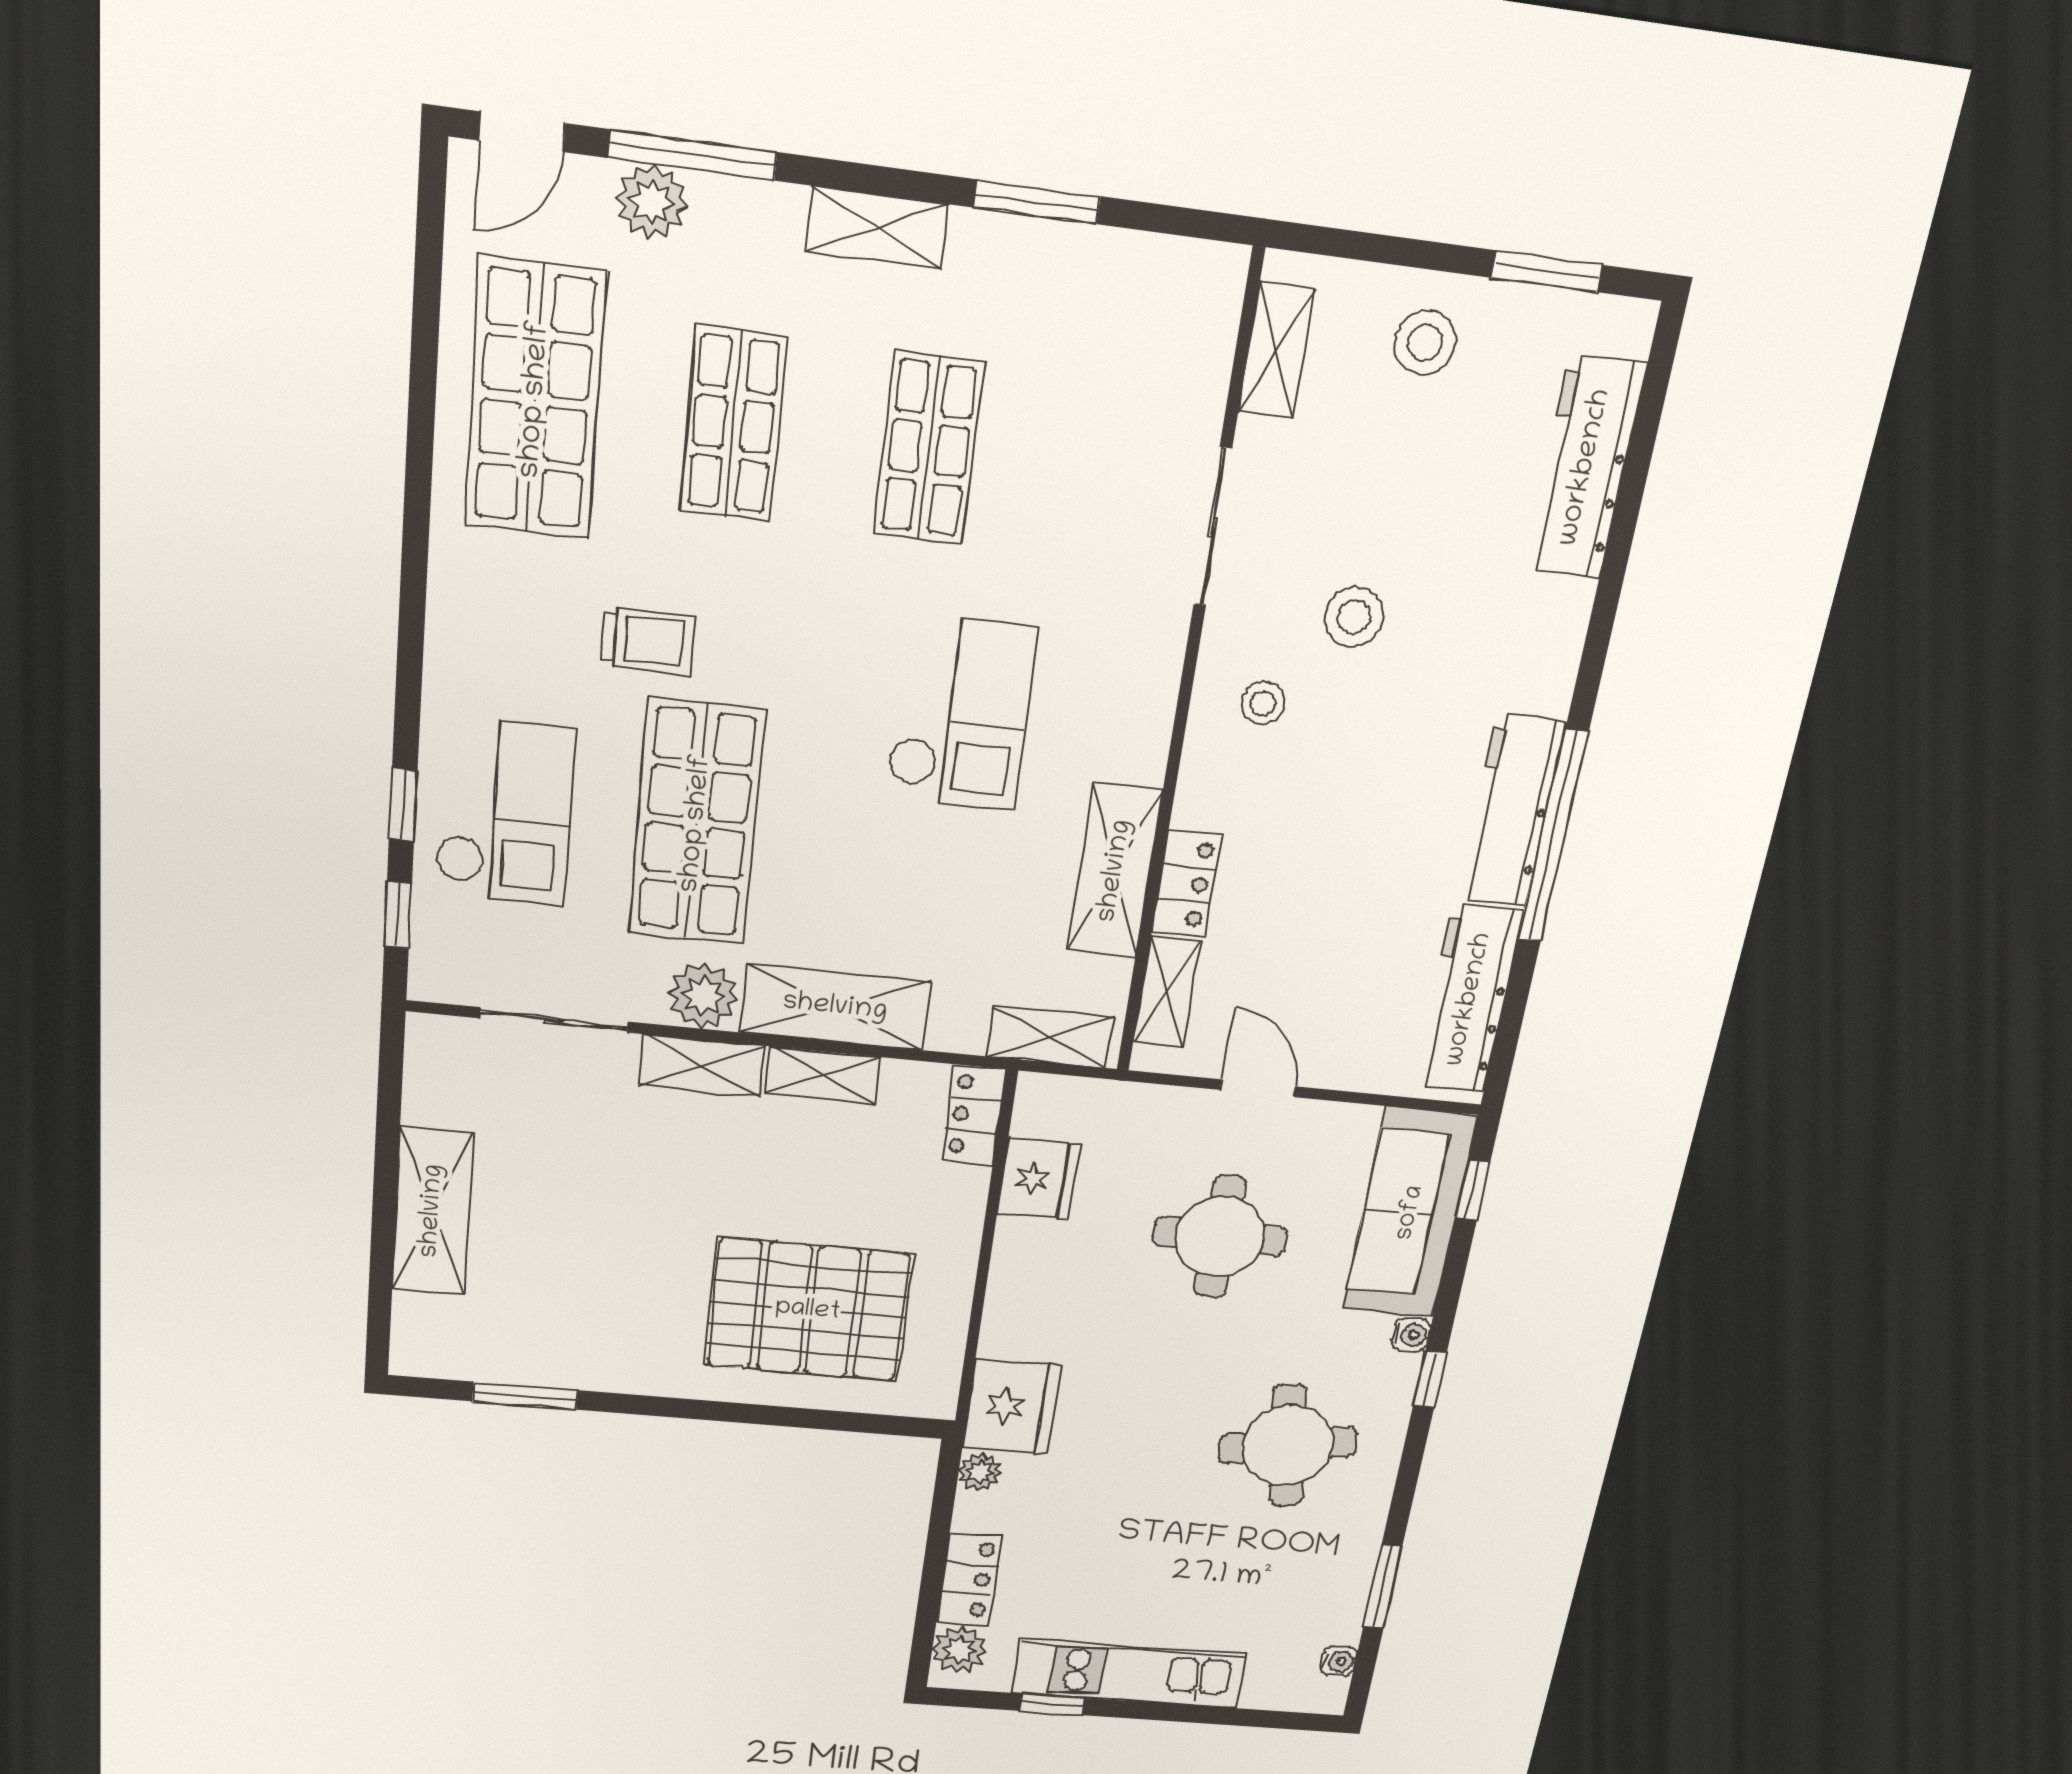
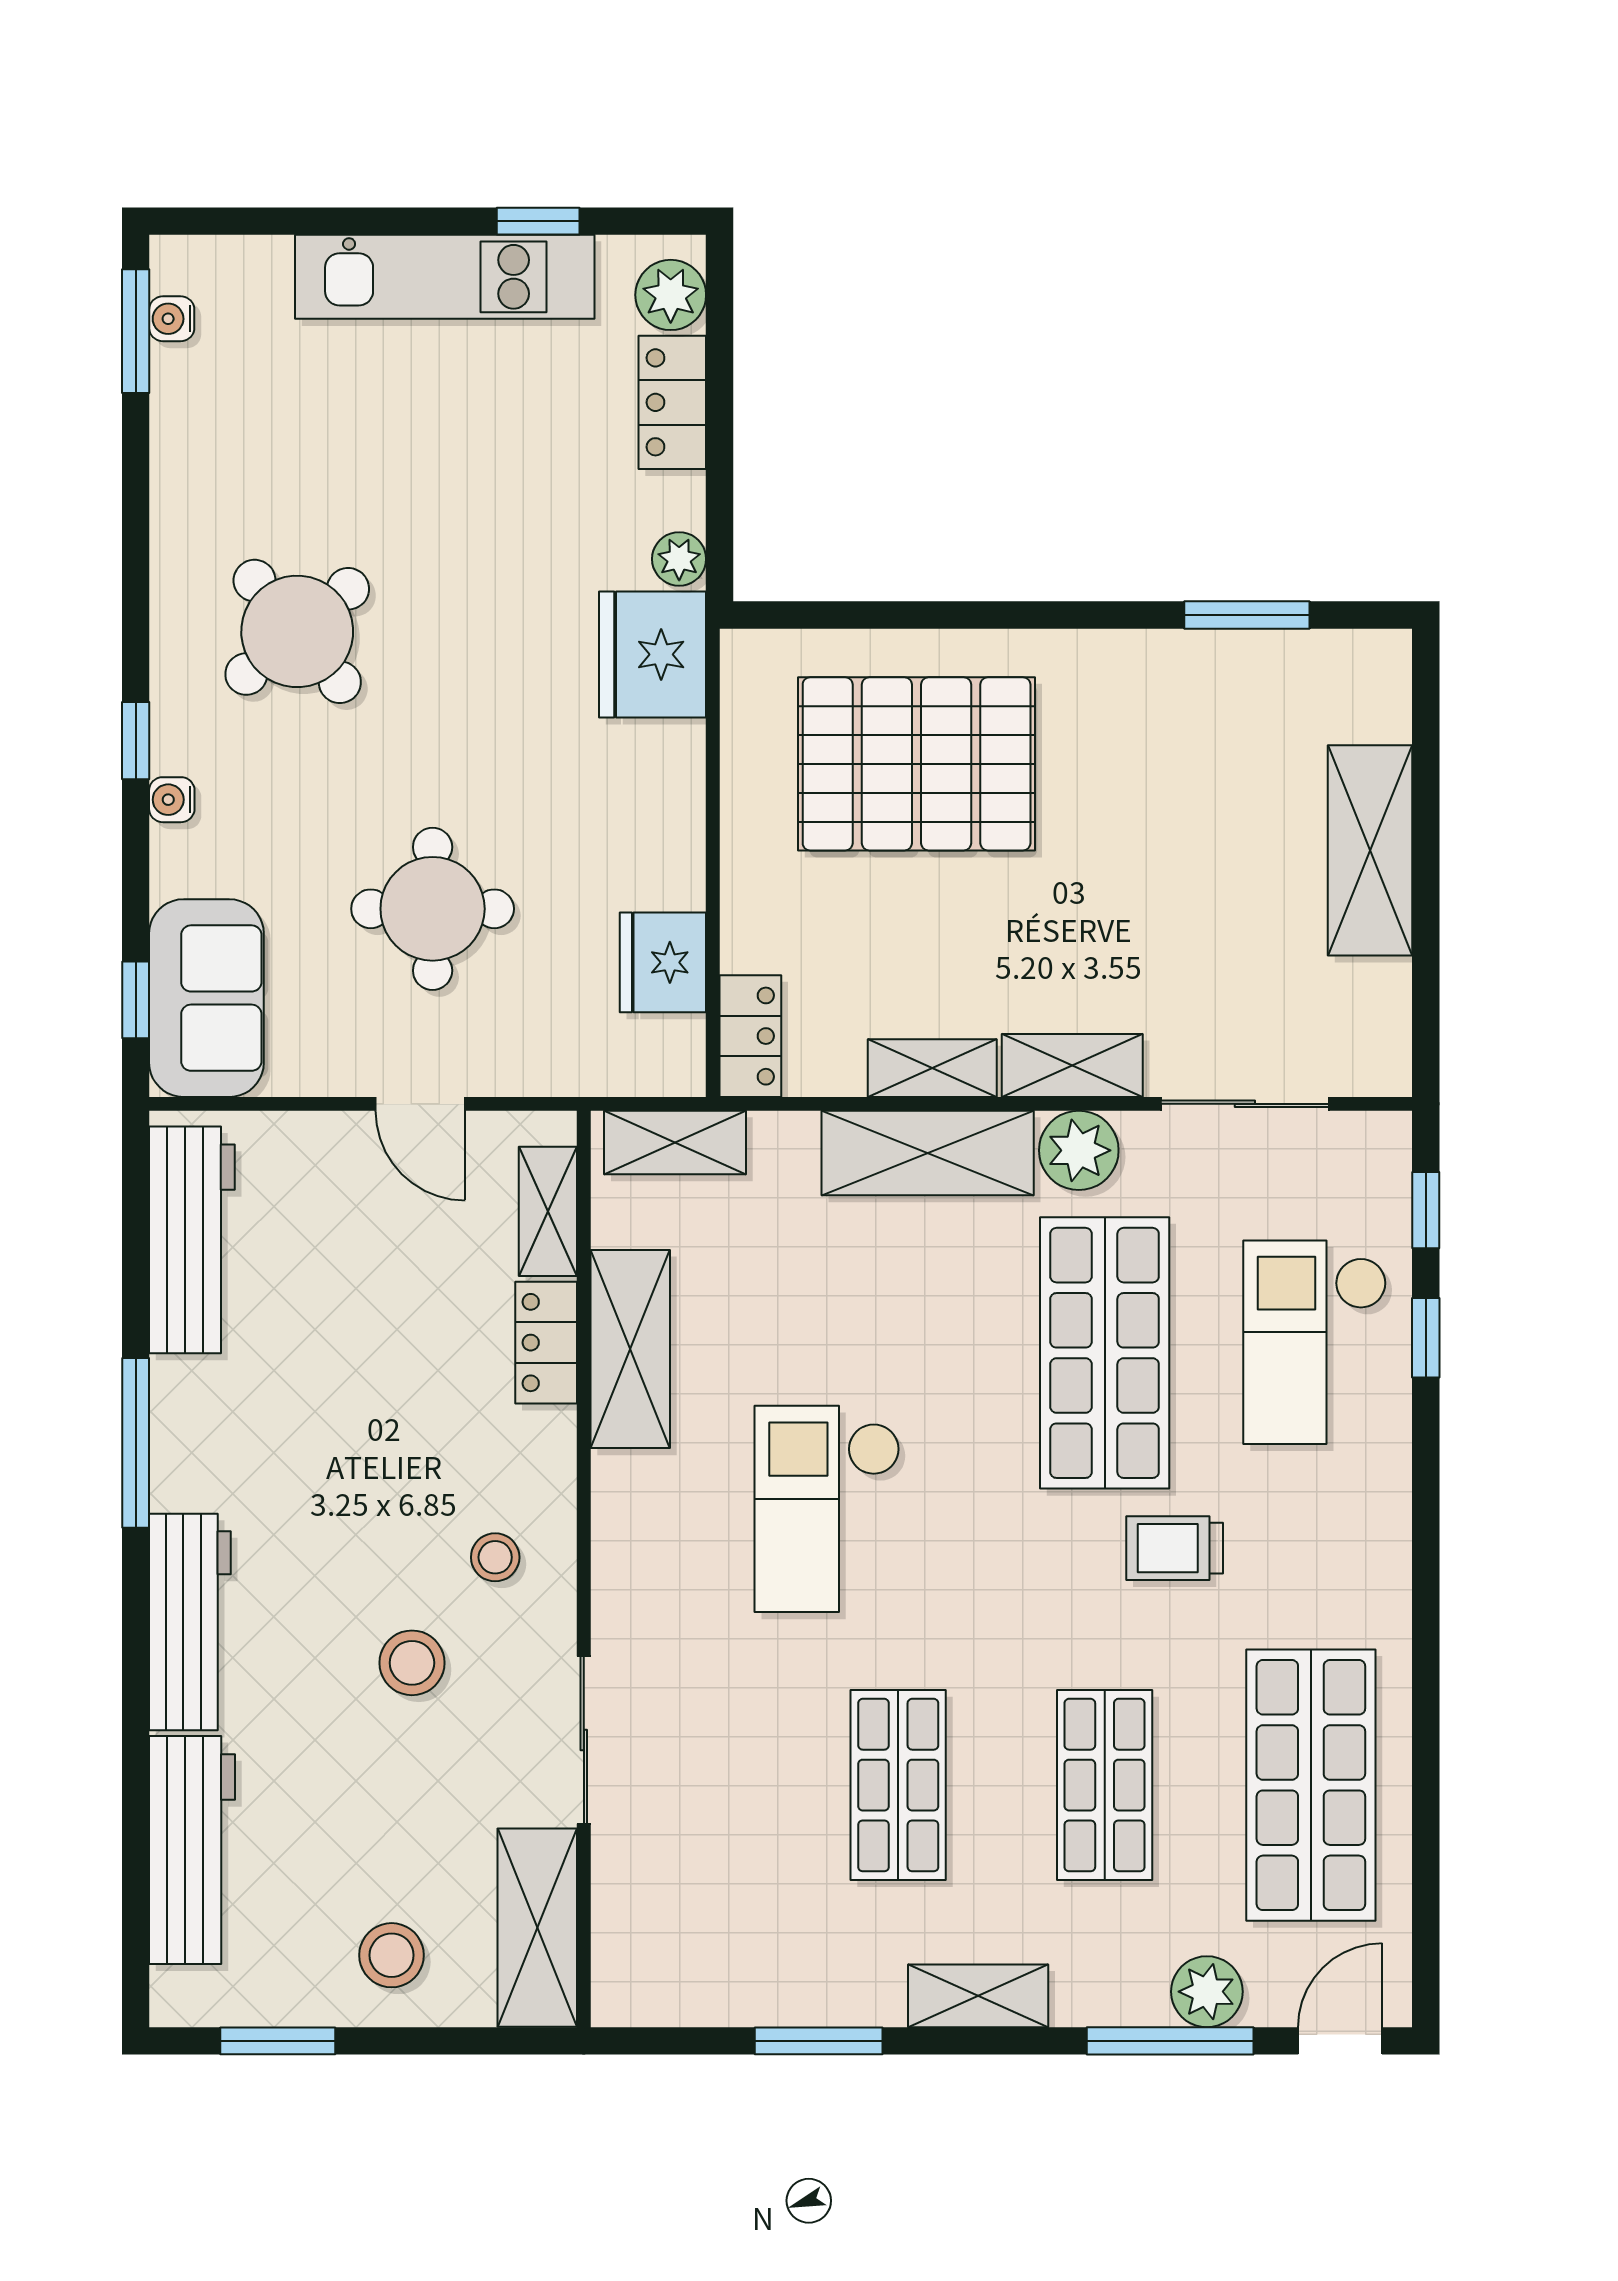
shelving: (1277, 351) -> (537, 1928), width x1.50, depth x1.33
workbench: (1511, 811) -> (190, 1622), moved
window: (1553, 837) -> (136, 1443), width x0.68
sofa: (1410, 1213) -> (206, 998), width x0.73
round table: (1288, 1445) -> (297, 631), turned -31
window: (1383, 1587) -> (136, 331), moved

